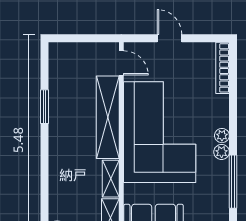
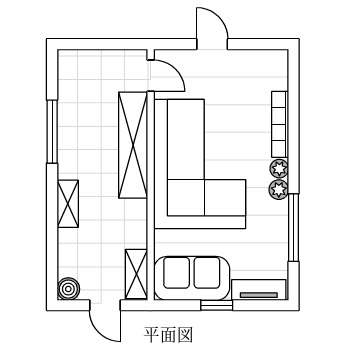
bookcase: (223, 68) -> (280, 124), moved
window: (44, 107) -> (52, 132), width x1.44
shelving: (111, 179) -> (68, 204), moved

